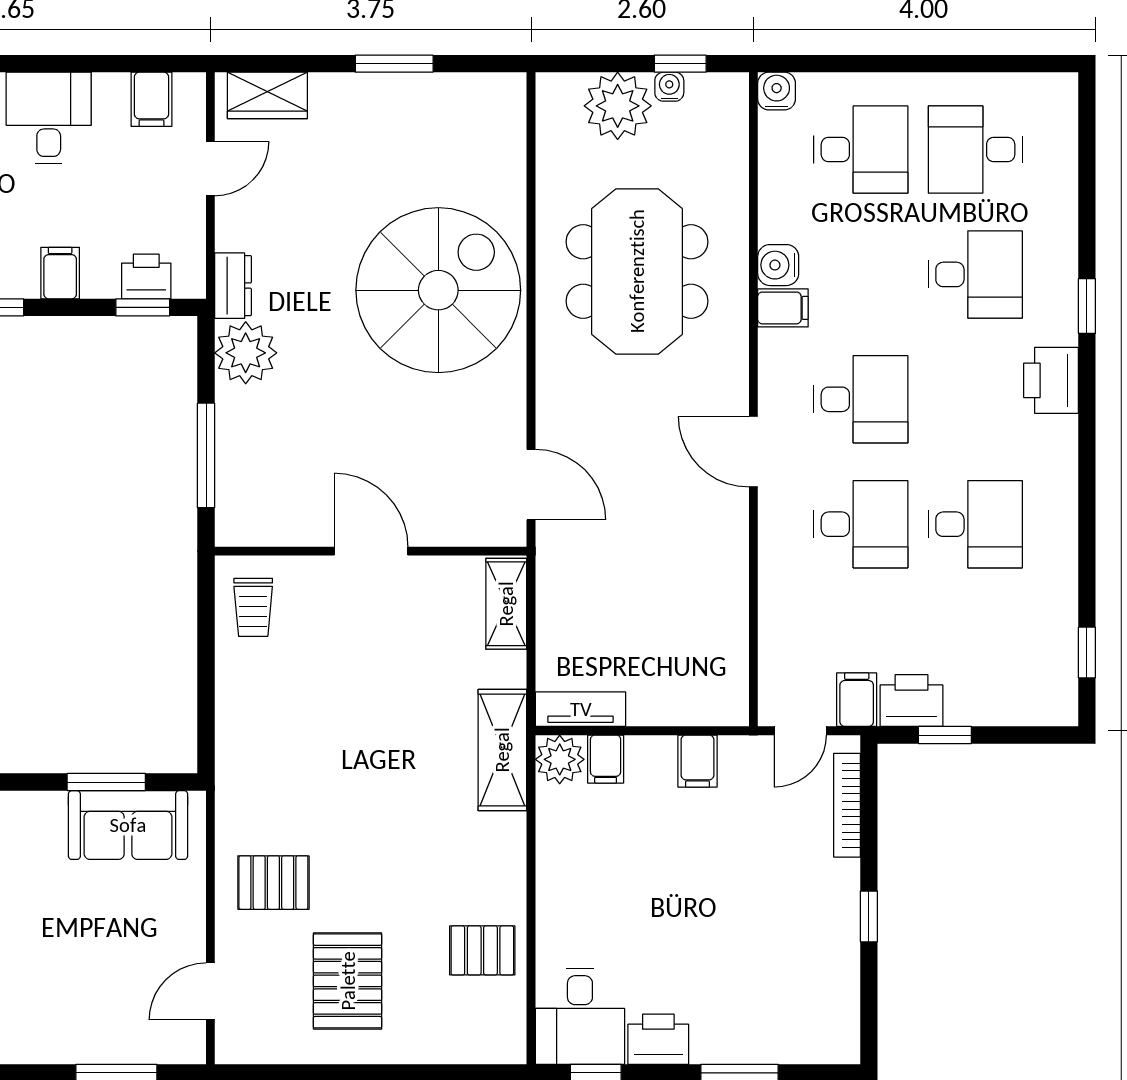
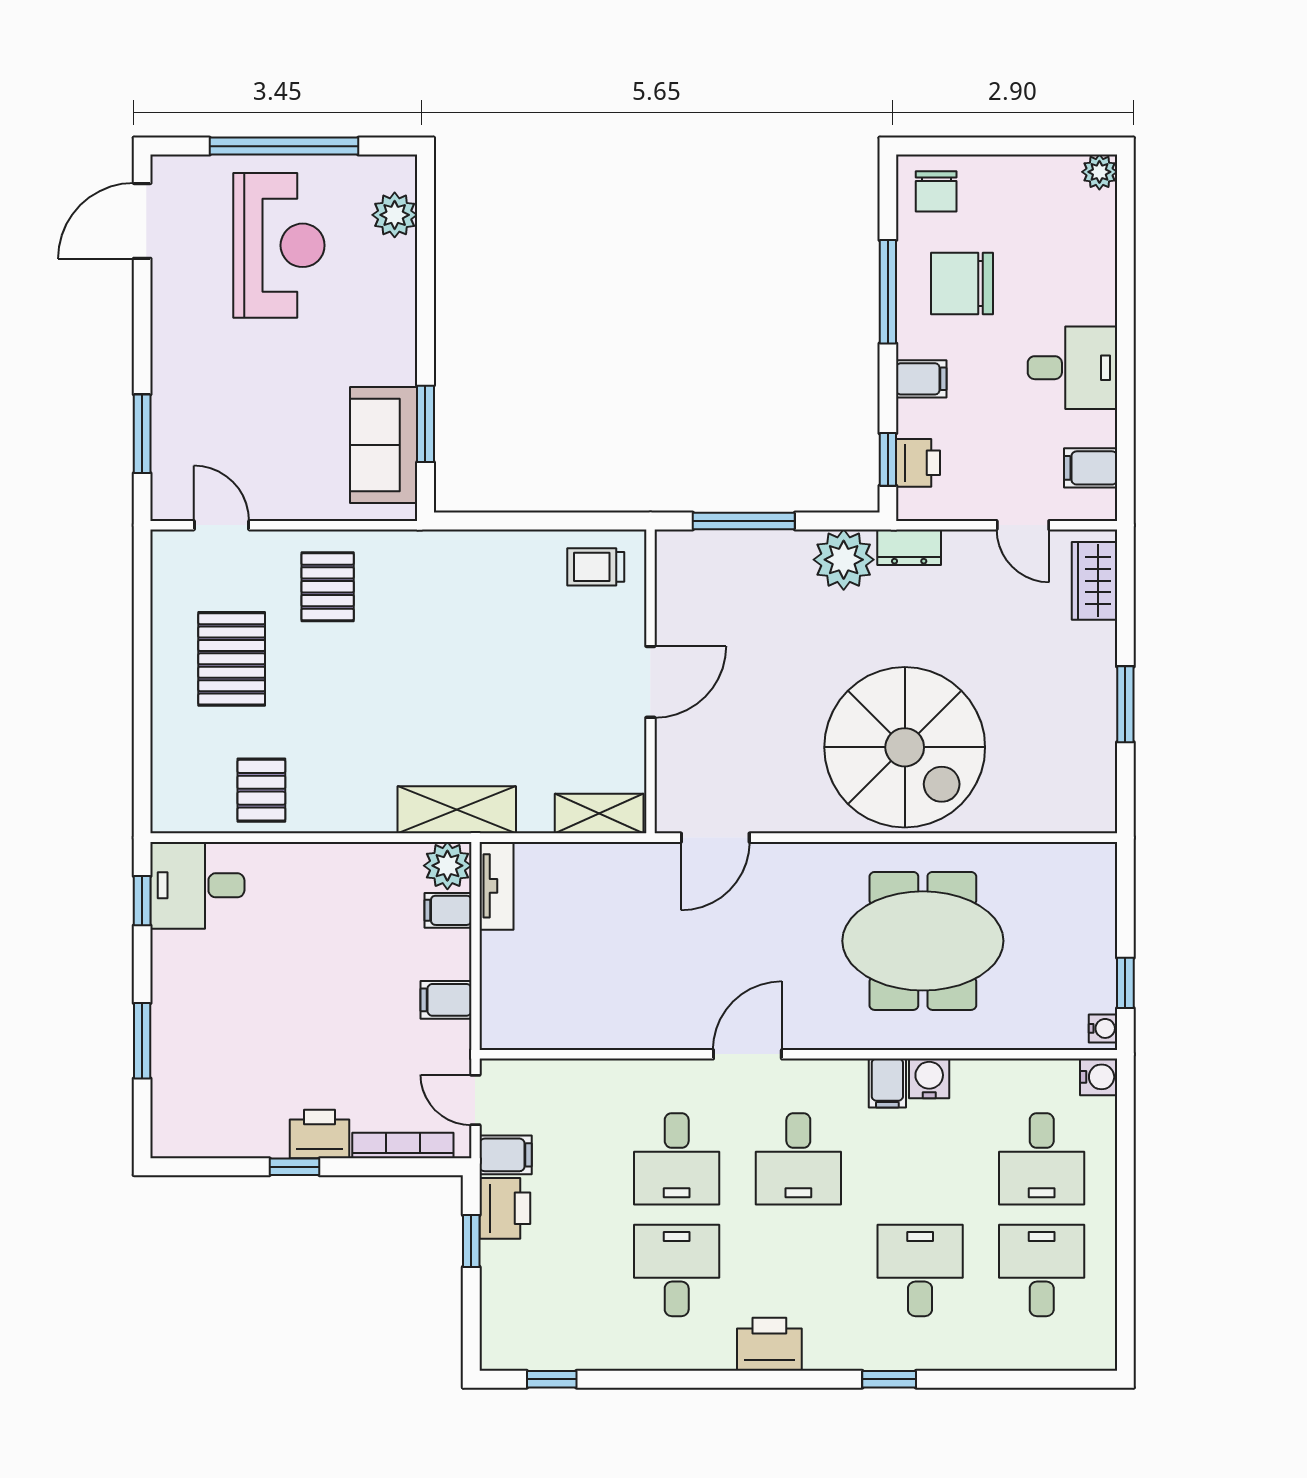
water cooler: (669, 87) -> (1103, 1028), moved
plant: (618, 106) -> (1084, 922), removed
desk: (975, 274) -> (920, 1270), turned 180
printer: (1051, 380) -> (769, 1344), moved
desk: (975, 524) -> (677, 1270), turned 180
pallet: (348, 981) -> (232, 659), turned 90
printer: (658, 1039) -> (319, 1134), moved, turned -90

